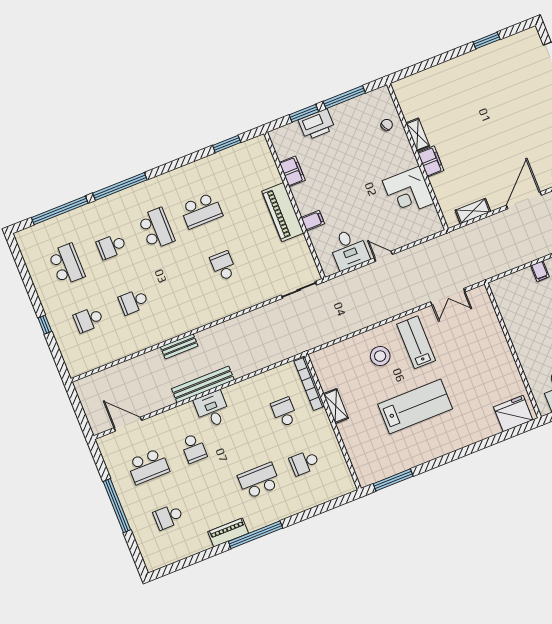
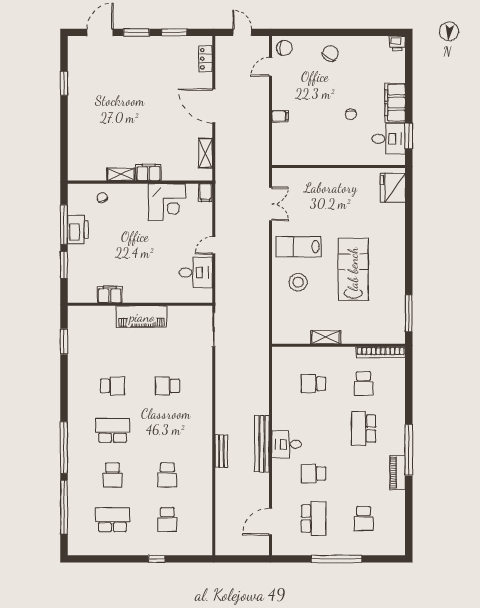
printer: (317, 124) -> (78, 229), moved
school desk: (201, 211) -> (112, 386), width x0.54
filing cabinet: (313, 221) -> (205, 193), moved, turned 180
bookcase: (309, 384) -> (381, 352), moved
school desk: (194, 448) -> (313, 474), turned 180

